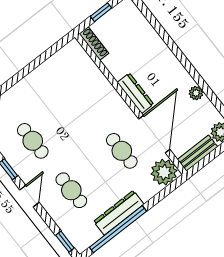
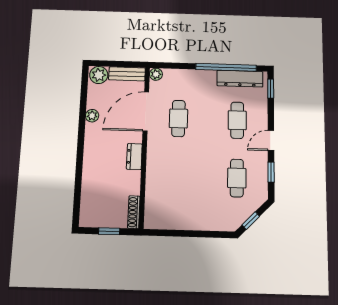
dresser: (135, 93) -> (134, 157), width x0.70
plant: (164, 172) -> (156, 74), width x0.53, depth x0.53
dresser: (119, 213) -> (240, 79), moved

